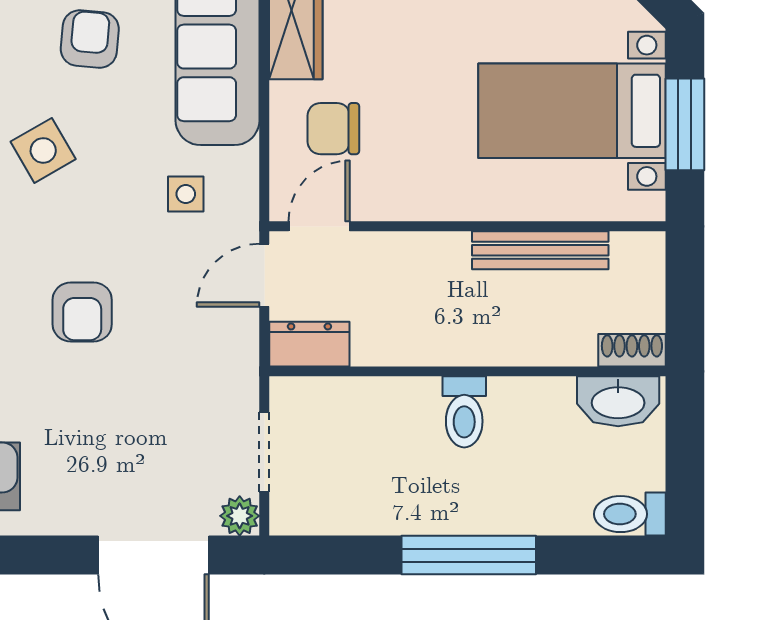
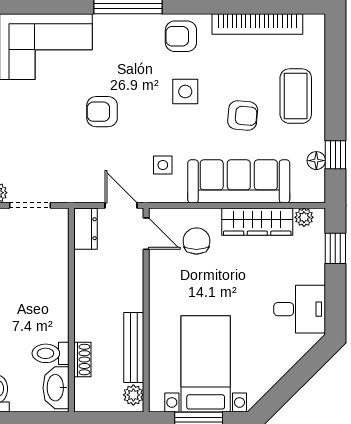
side table: (43, 150) -> (185, 92), turned 30
plant: (632, 251) -> (133, 395), added
shoe rack: (632, 350) -> (82, 360), moved
toilet: (464, 412) -> (51, 353), moved

